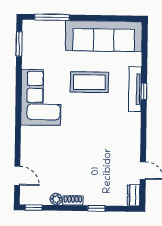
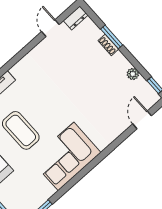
shoe rack: (73, 200) -> (108, 45), moved
window: (96, 208) -> (112, 37), width x1.50

